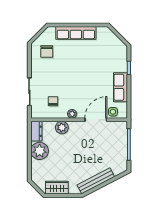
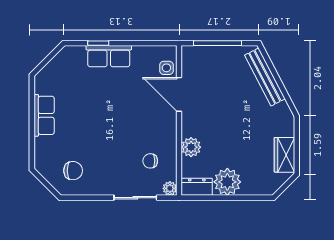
row of seats: (76, 33) -> (44, 115), width x0.68
row of seats: (120, 87) -> (109, 56), moved
plant: (72, 114) -> (170, 188), moved
bench: (96, 181) -> (265, 77), moved

